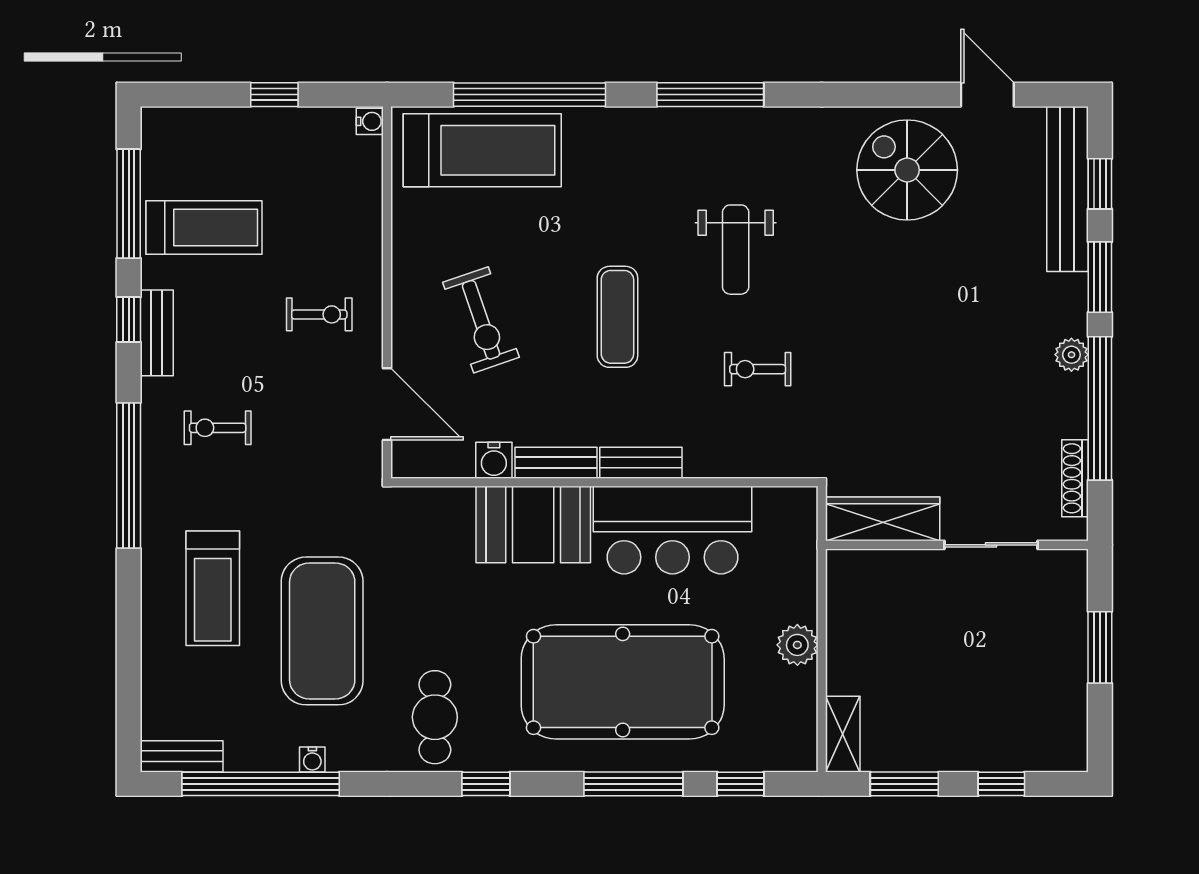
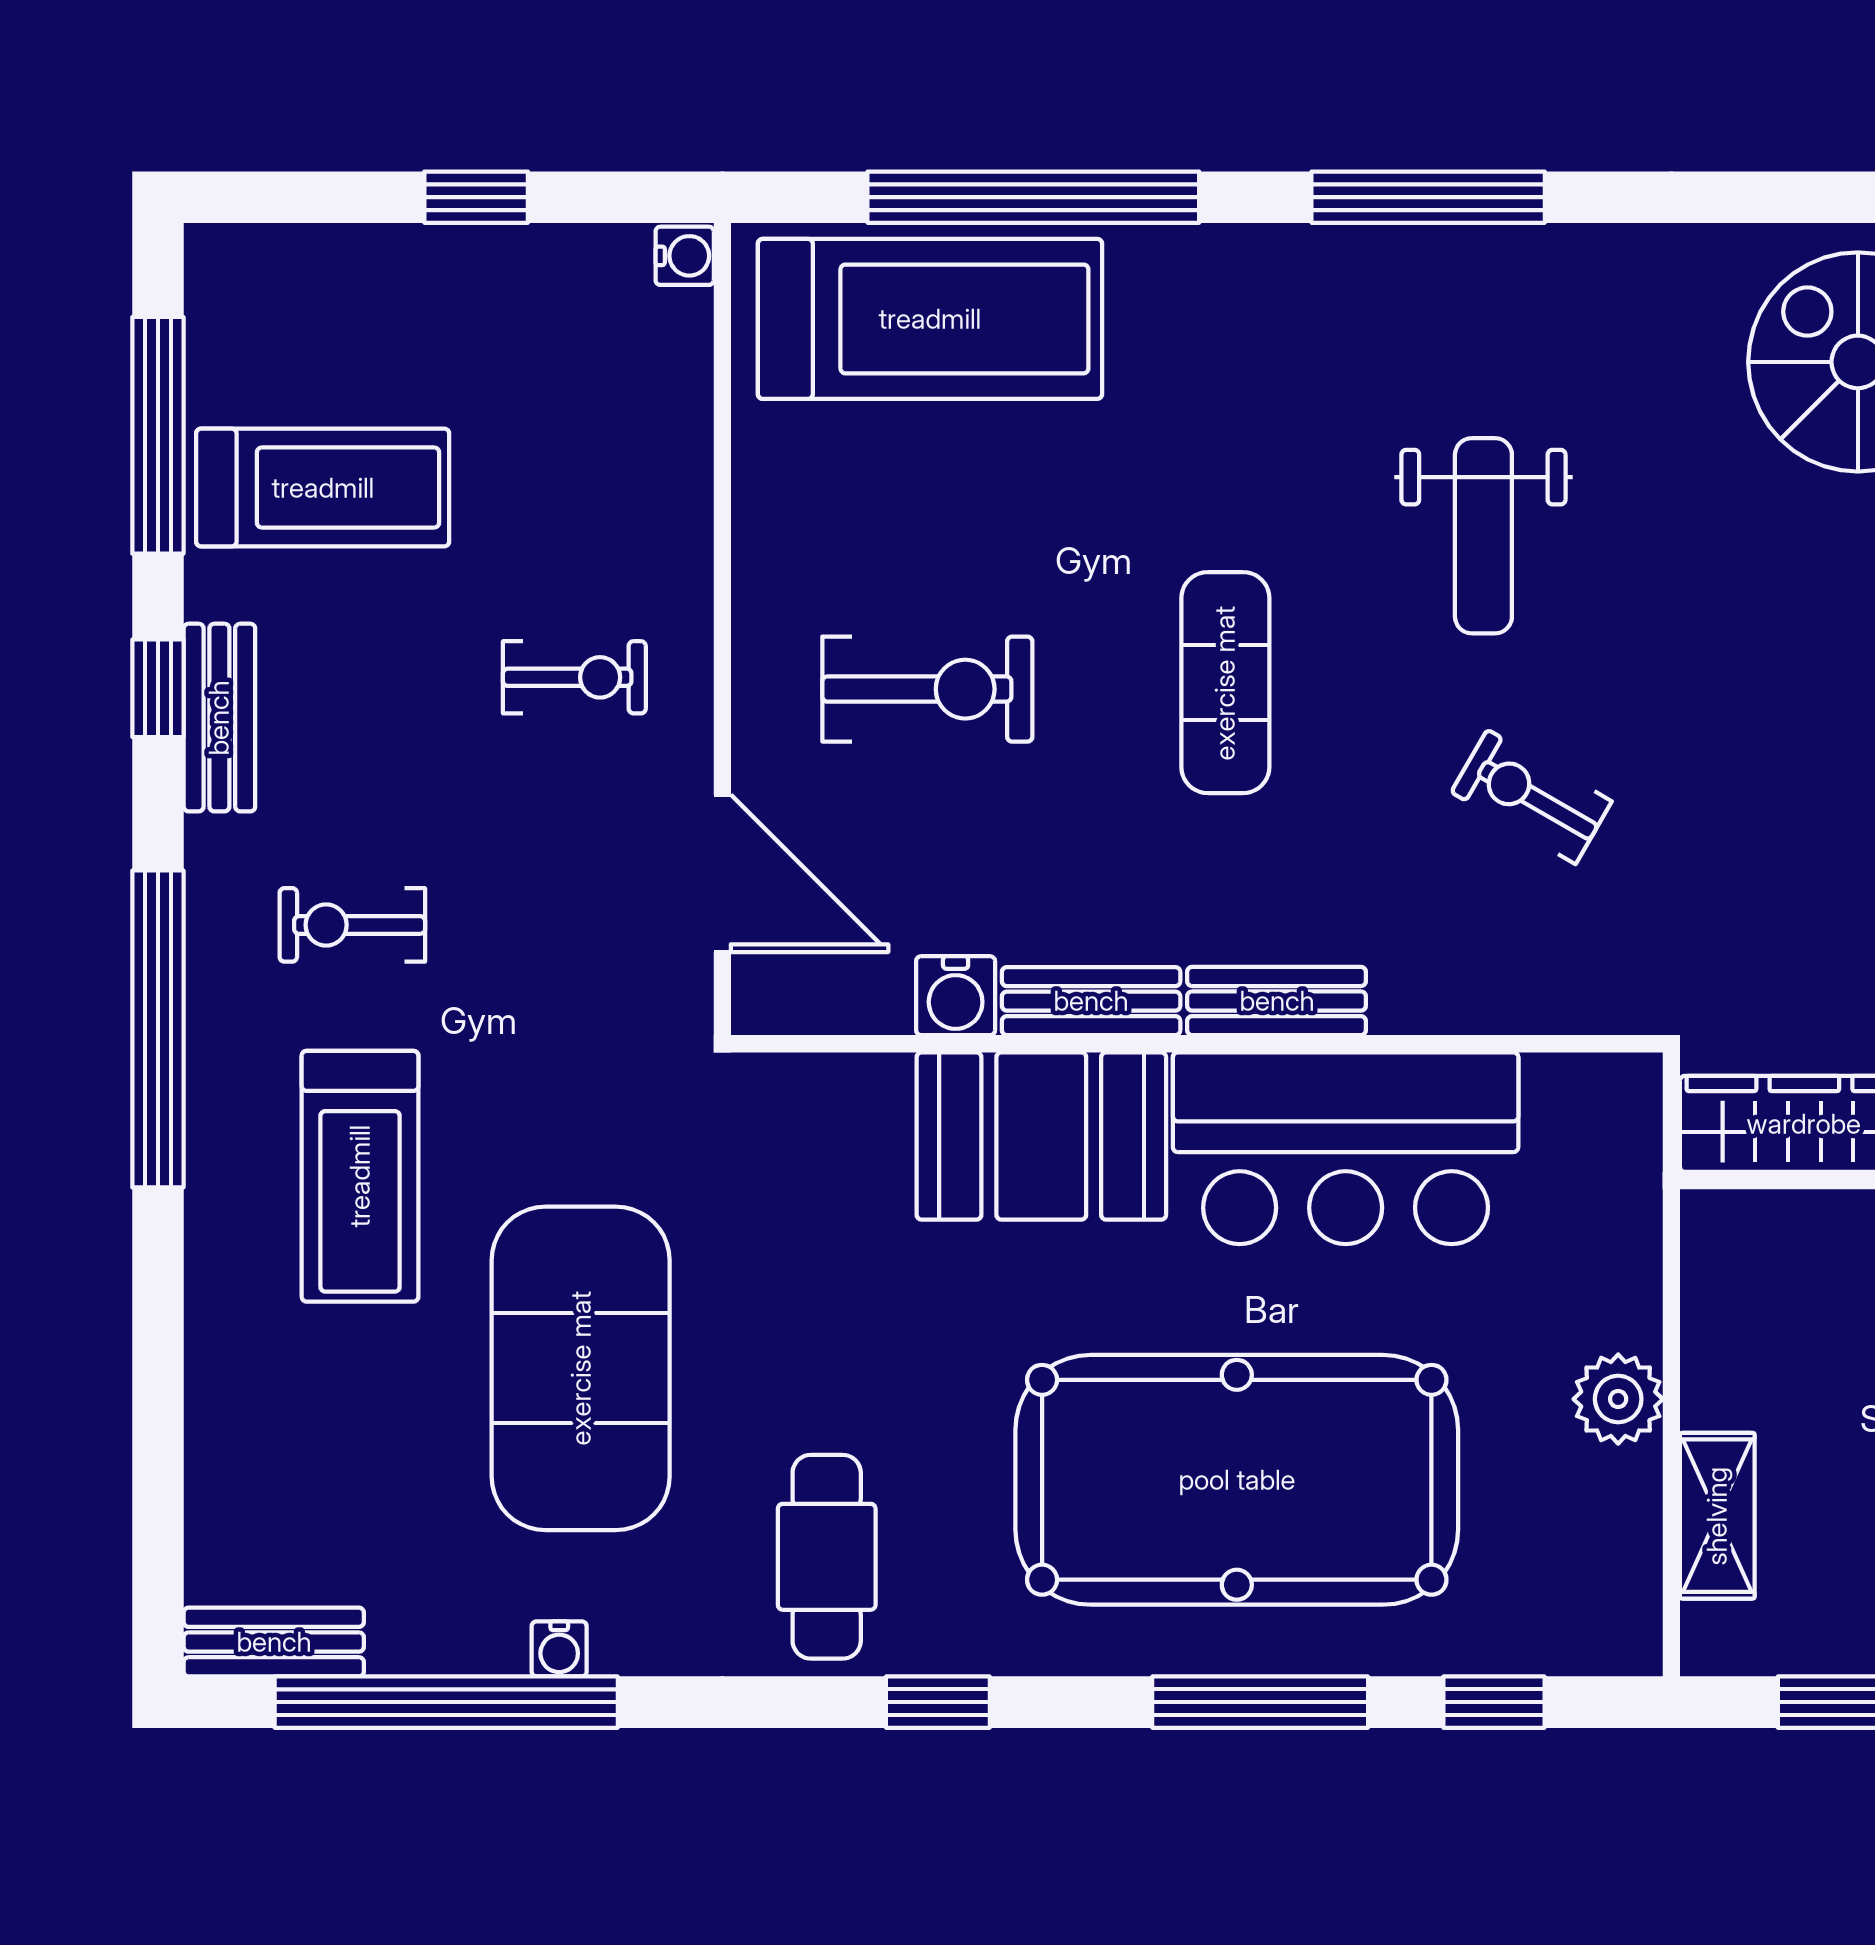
exercise bike: (481, 320) -> (927, 689), turned -71
exercise bike: (758, 369) -> (1531, 797), turned 30
treadmill: (213, 588) -> (360, 1176), moved
shelving: (843, 734) -> (1717, 1516), moved

